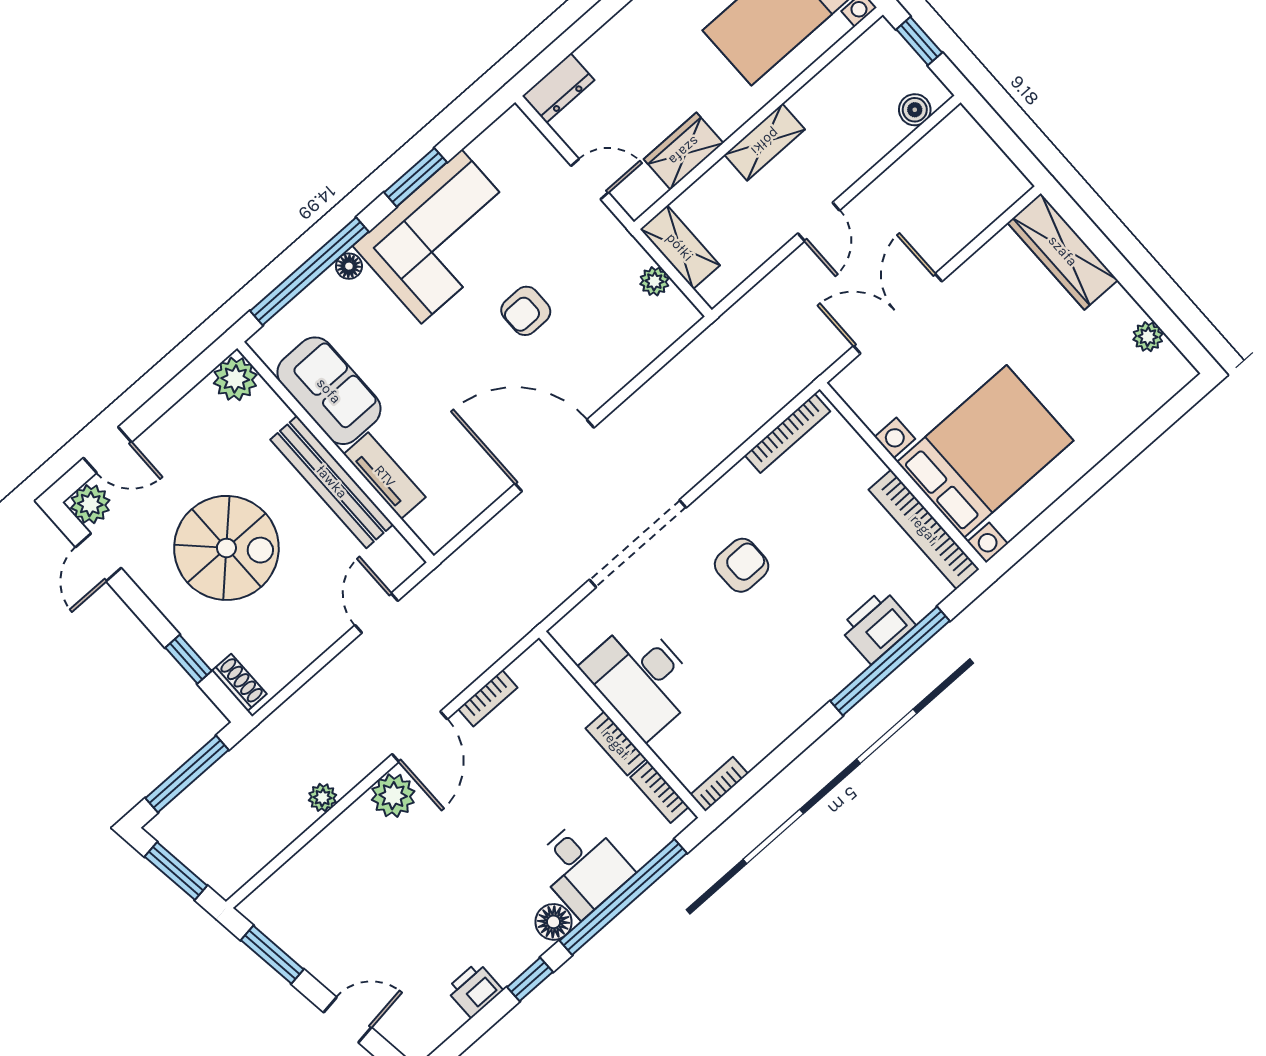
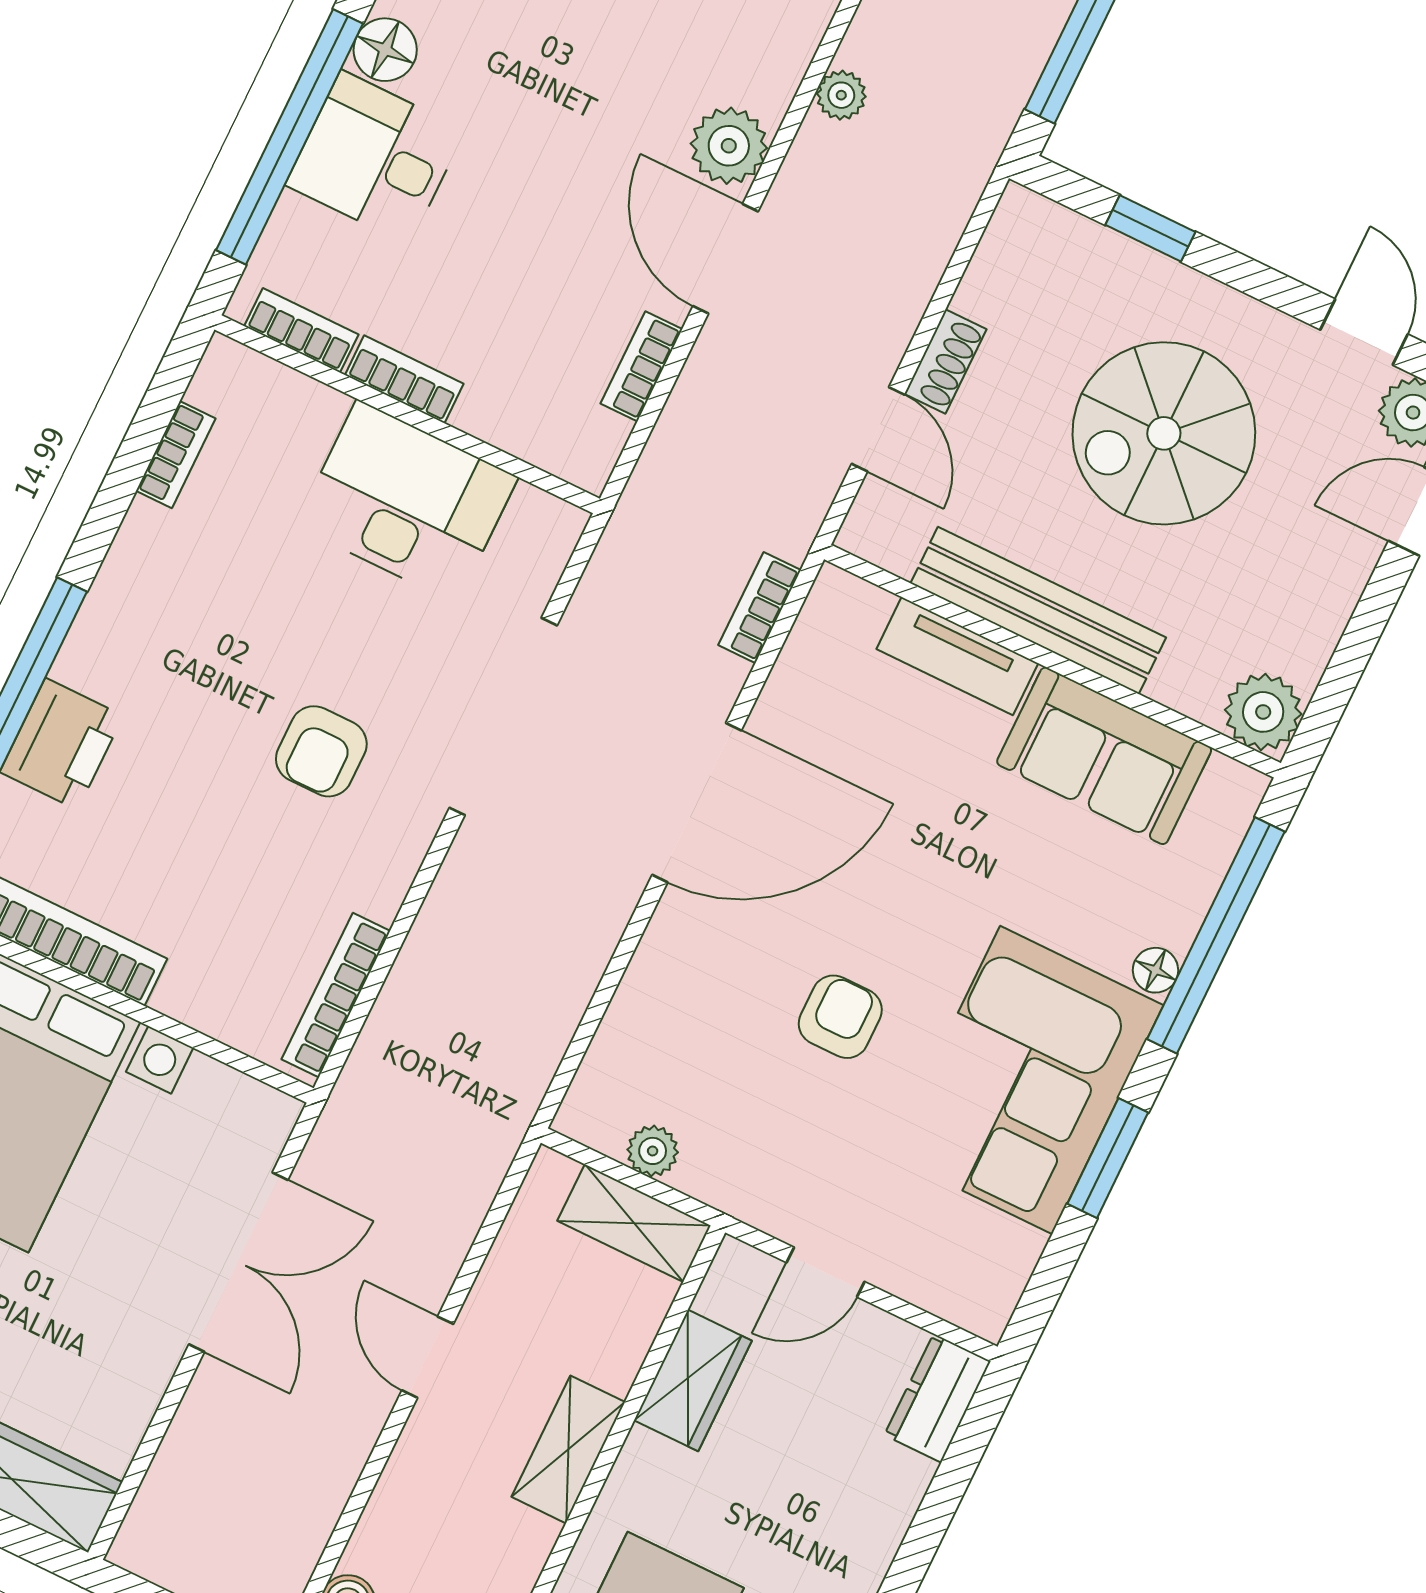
bookcase: (478, 545) -> (760, 608), added
shoe rack: (239, 682) -> (945, 361), moved, turned -90
bookcase: (719, 784) -> (176, 455), moved

